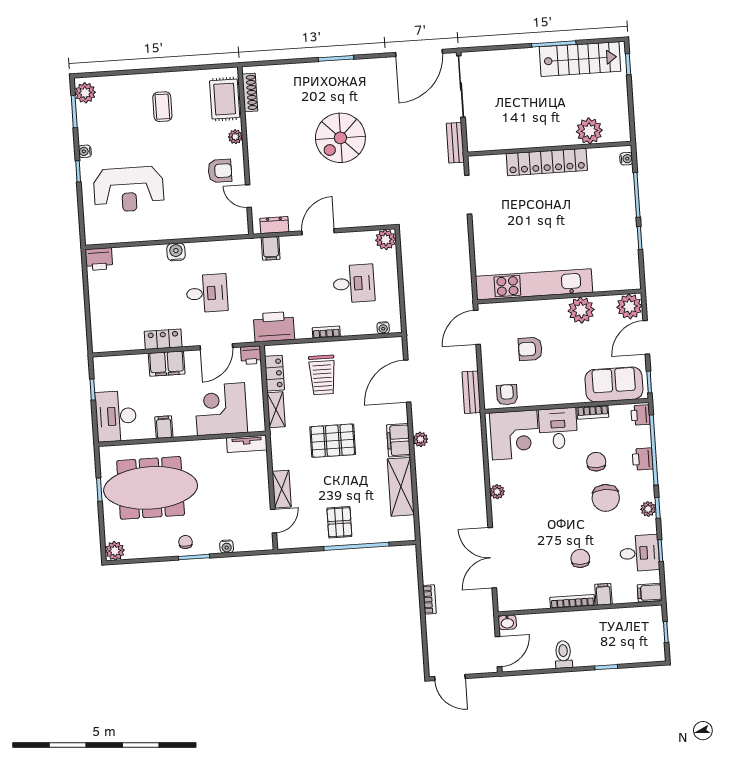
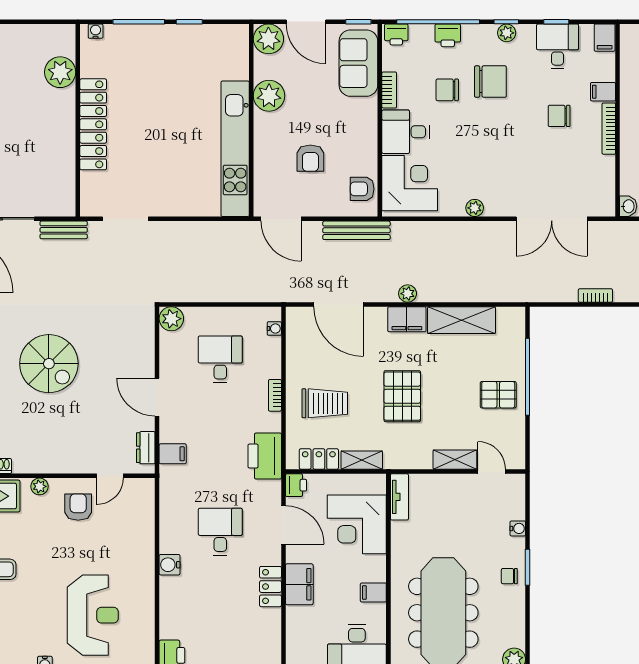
bench: (471, 392) -> (356, 230), width x1.36

